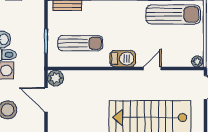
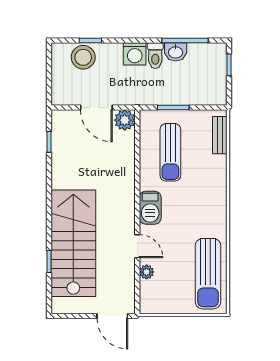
plant: (197, 61) -> (147, 272), moved
door: (46, 100) -> (96, 108), swing flipped

